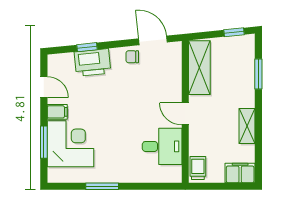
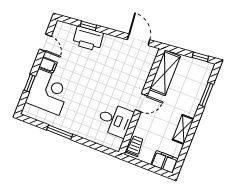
chair: (132, 57) -> (119, 46), removed
door: (185, 114) -> (141, 103), swing flipped
window: (44, 142) -> (30, 83), width x0.67

